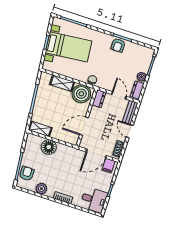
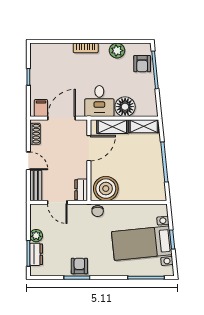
shelving: (62, 83) -> (112, 127), moved
dresser: (137, 90) -> (36, 254), moved
desk: (94, 200) -> (99, 101), moved, turned -90

